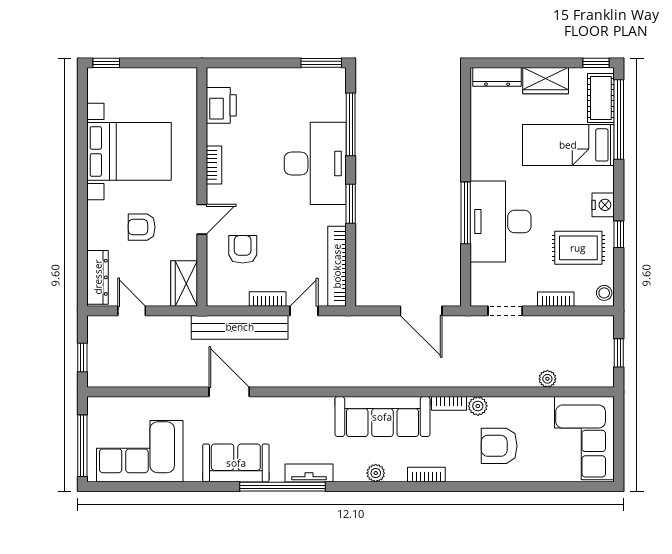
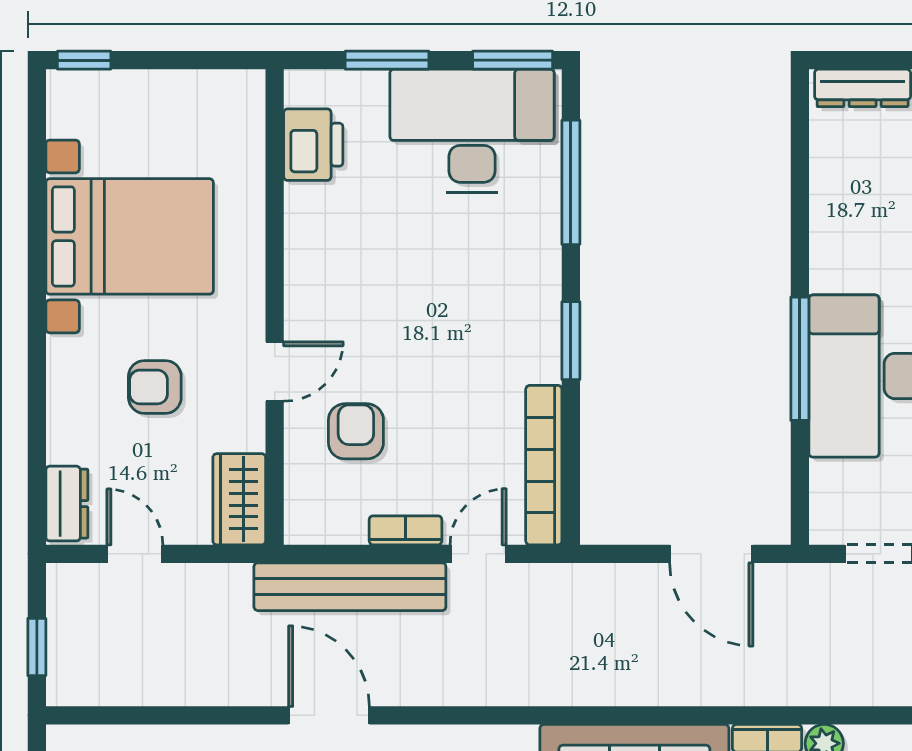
window: (258, 63) -> (387, 60), added
desk: (315, 163) -> (472, 131), moved, turned -90
bookcase: (214, 165) -> (299, 263), removed
dresser: (98, 277) -> (67, 504), width x0.70

